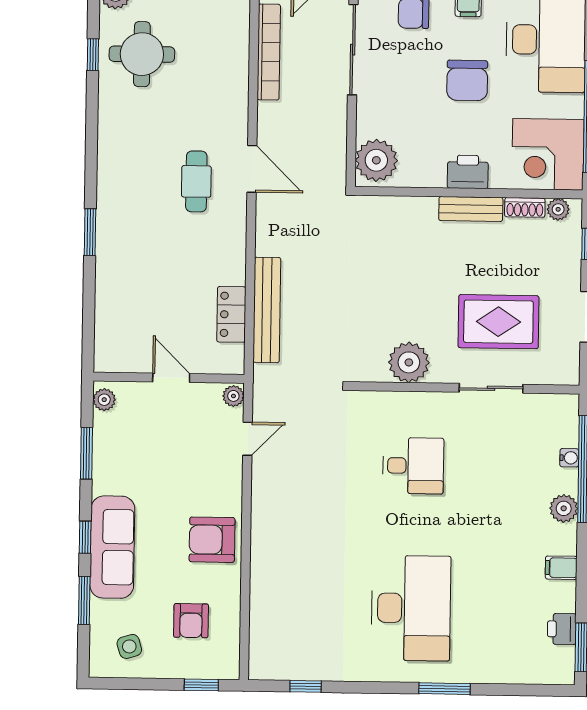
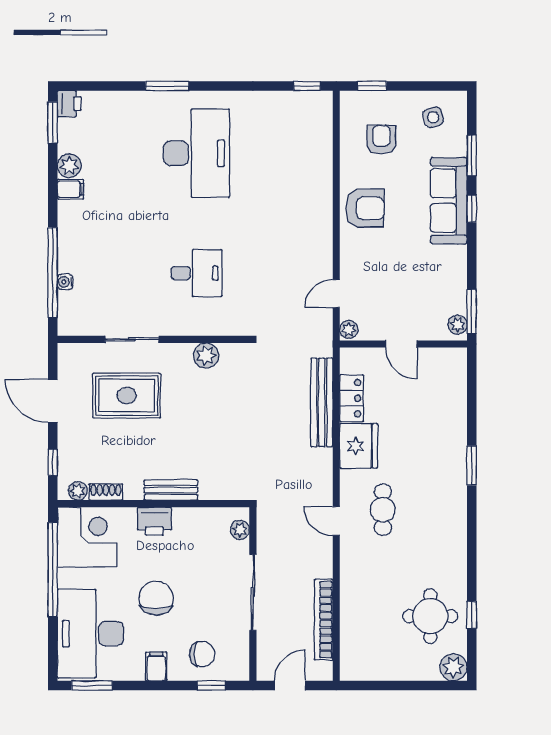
sliding door: (353, 50) -> (253, 592), moved
plant: (376, 160) -> (240, 530), width x0.53, depth x0.53
door: (252, 169) -> (336, 521), width x0.73
bench: (471, 209) -> (171, 490), moved
fridge: (224, 258) -> (359, 446), added
plant: (409, 362) -> (206, 355), width x0.73, depth x0.73
window: (87, 453) -> (472, 311), moved
desk: (413, 466) -> (197, 273), turned 180
plant: (564, 508) -> (69, 166), moved
desk: (411, 608) -> (197, 153), turned 180
printer: (562, 629) -> (69, 104), moved
window: (306, 686) -> (307, 86), moved

